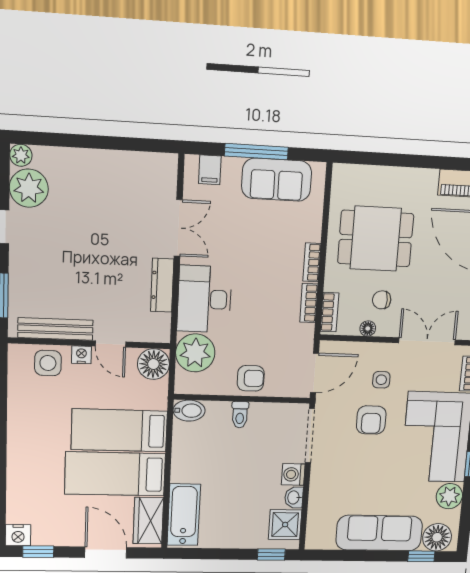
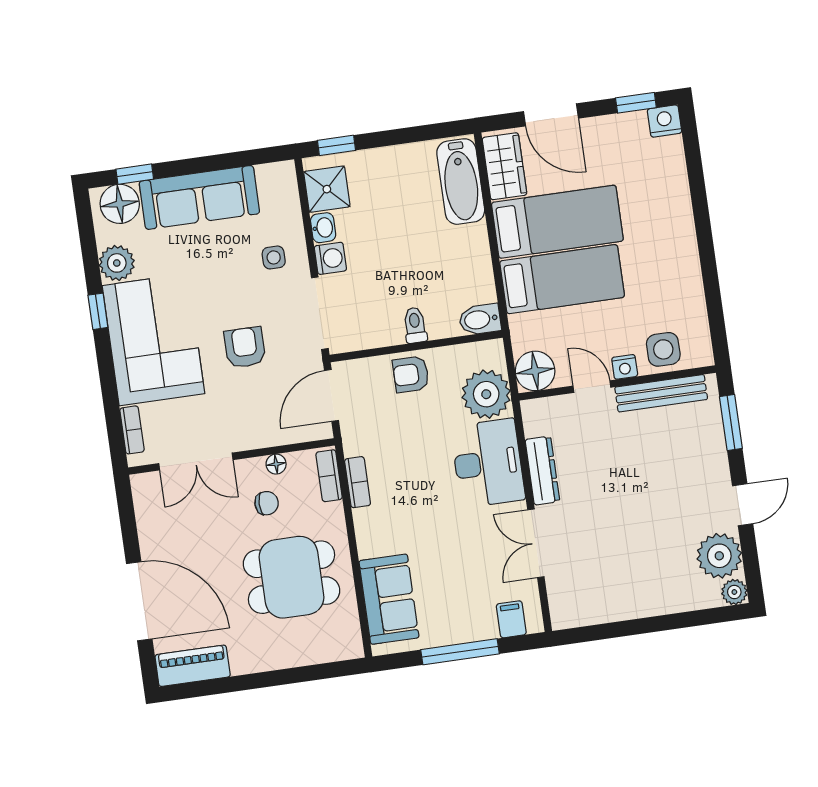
sofa: (277, 180) -> (389, 599), moved, turned 90
bookcase: (312, 262) -> (365, 533), removed
side table: (381, 380) -> (274, 257), moved

